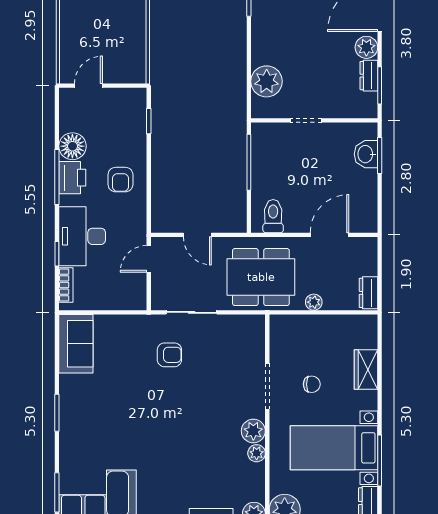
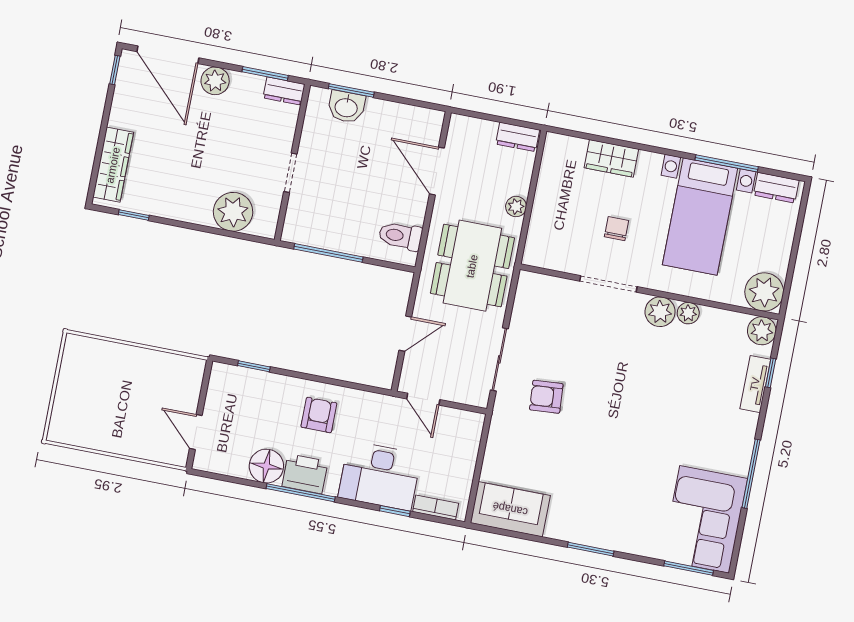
dresser: (369, 76) -> (284, 91), moved
armchair: (120, 180) -> (319, 415), turned -90
armchair: (169, 355) -> (546, 397), turned -94

